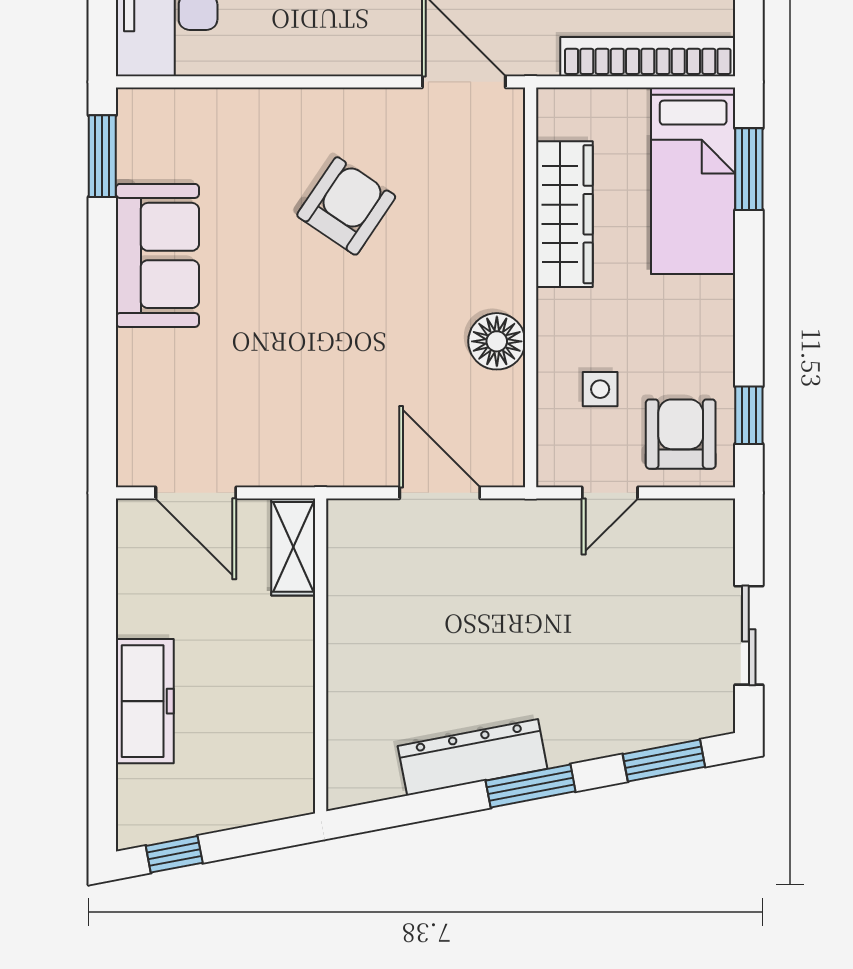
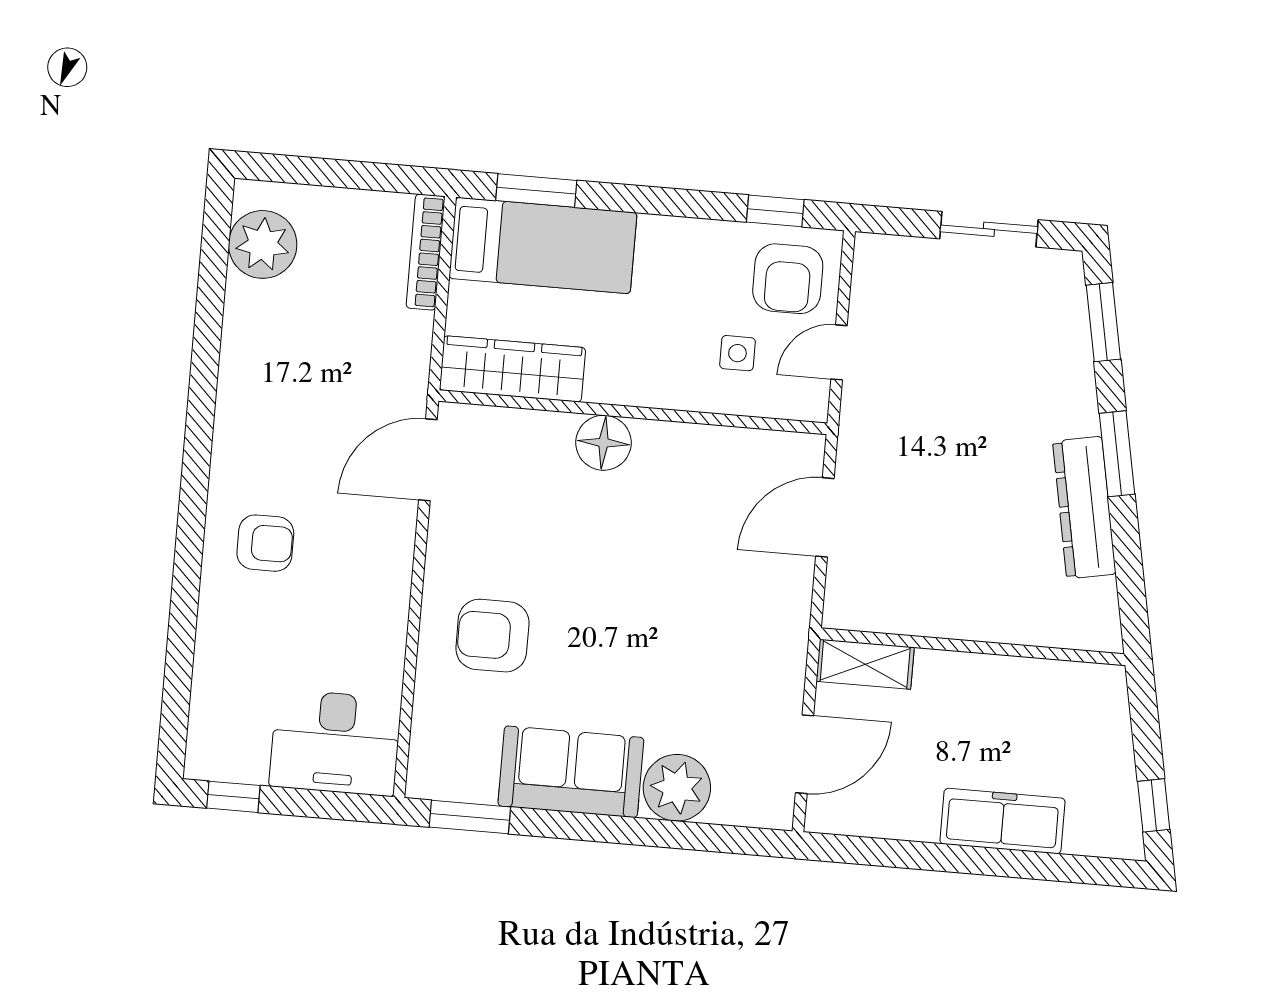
bookcase: (648, 57) -> (426, 252), width x0.68, depth x0.76
armchair: (346, 206) -> (492, 636), moved, turned -34
wardrobe: (564, 214) -> (512, 369), moved
floor lamp: (497, 341) -> (603, 443), moved
plant: (150, 365) -> (677, 788), added
armchair: (681, 434) -> (788, 279), turned -90
door: (610, 493) -> (839, 352), swing flipped

